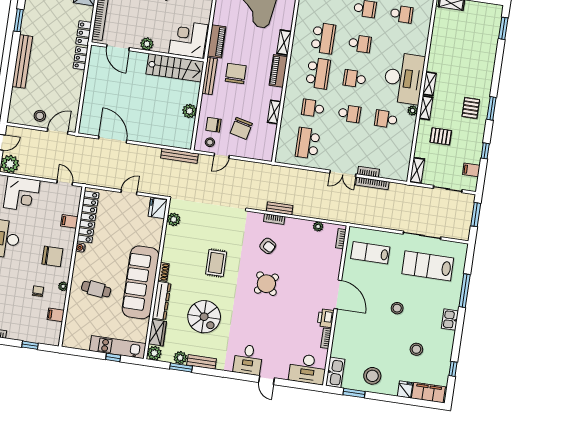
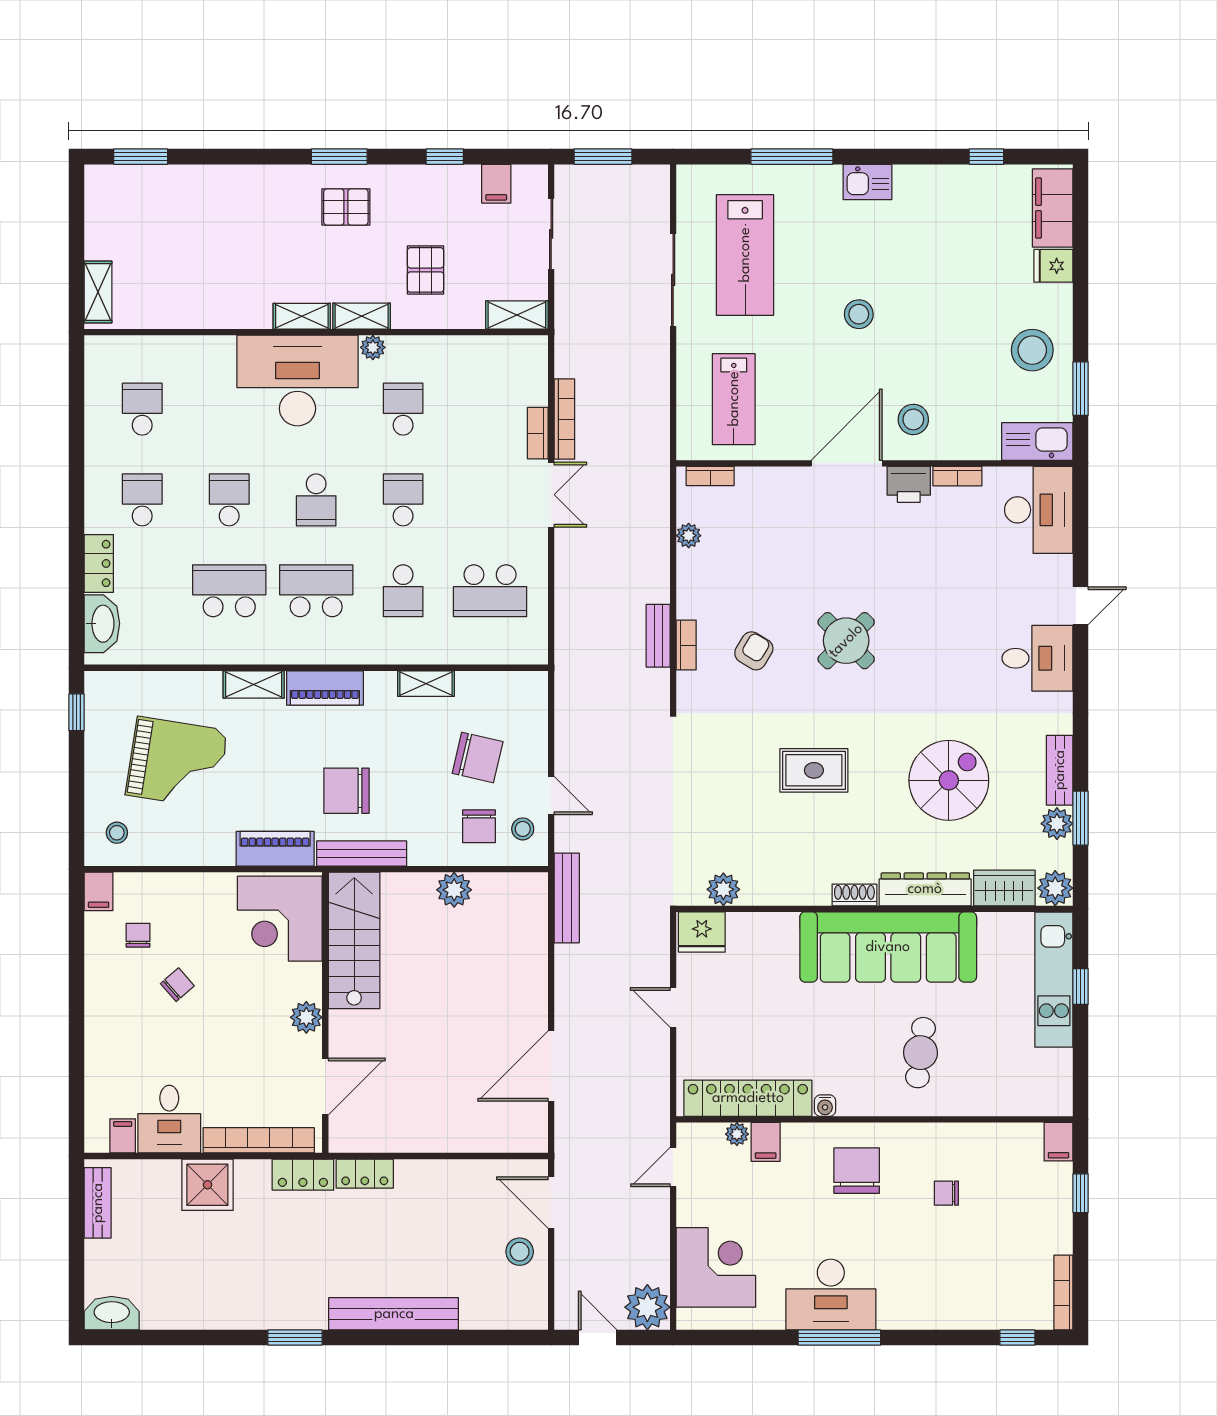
school desk: (386, 119) -> (403, 409), turned 180
plant: (63, 286) -> (737, 1134), moved
filing cabinet: (56, 315) -> (1058, 1142), moved
stool: (416, 349) -> (913, 419), moved

